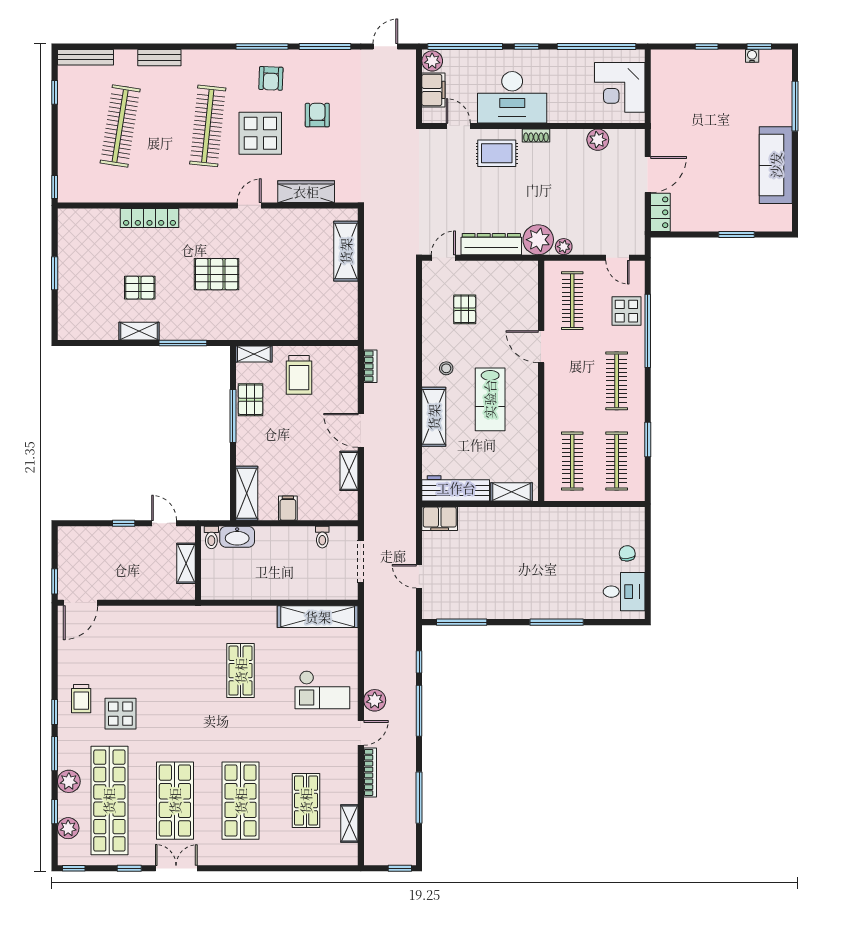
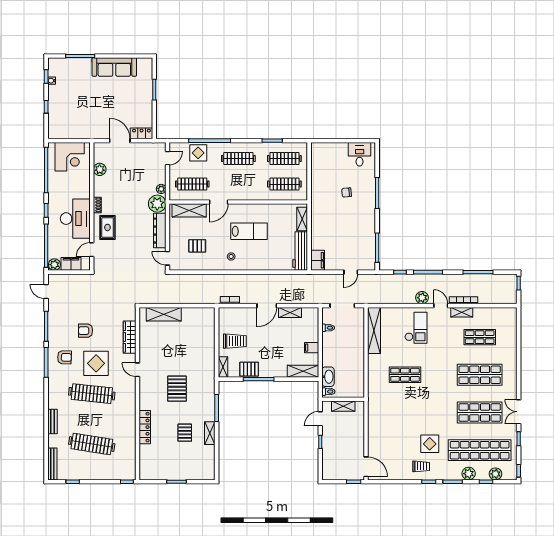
shelving: (434, 417) -> (189, 210), moved
chair: (627, 553) -> (347, 192), moved
shelving: (349, 823) -> (462, 312), moved

